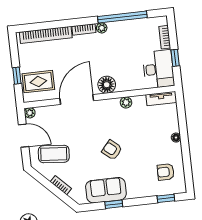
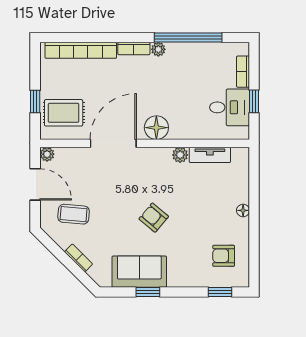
desk: (158, 69) -> (230, 107), width x0.73
tv unit: (161, 99) -> (210, 155), moved
coffee table: (54, 154) -> (74, 214), width x0.73, depth x0.77

